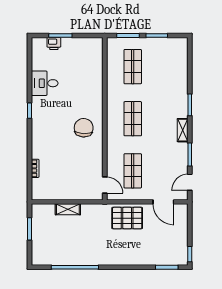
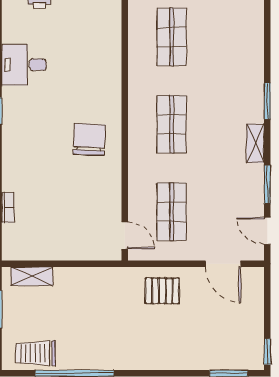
door: (190, 182) -> (267, 231), hinge flipped
shelving: (68, 209) -> (32, 276), moved
pallet: (127, 218) -> (162, 291), width x0.67, depth x0.71
trolley: (52, 255) -> (35, 353), added

